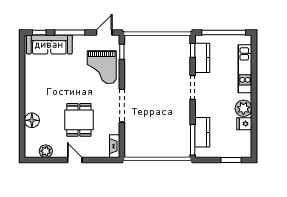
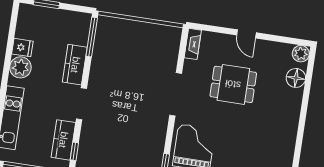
floor lamp: (32, 120) -> (296, 78), moved
dining table: (79, 120) -> (233, 84), turned 90
kitchen counter: (202, 132) -> (75, 65), moved
plant: (46, 151) -> (301, 54), moved

